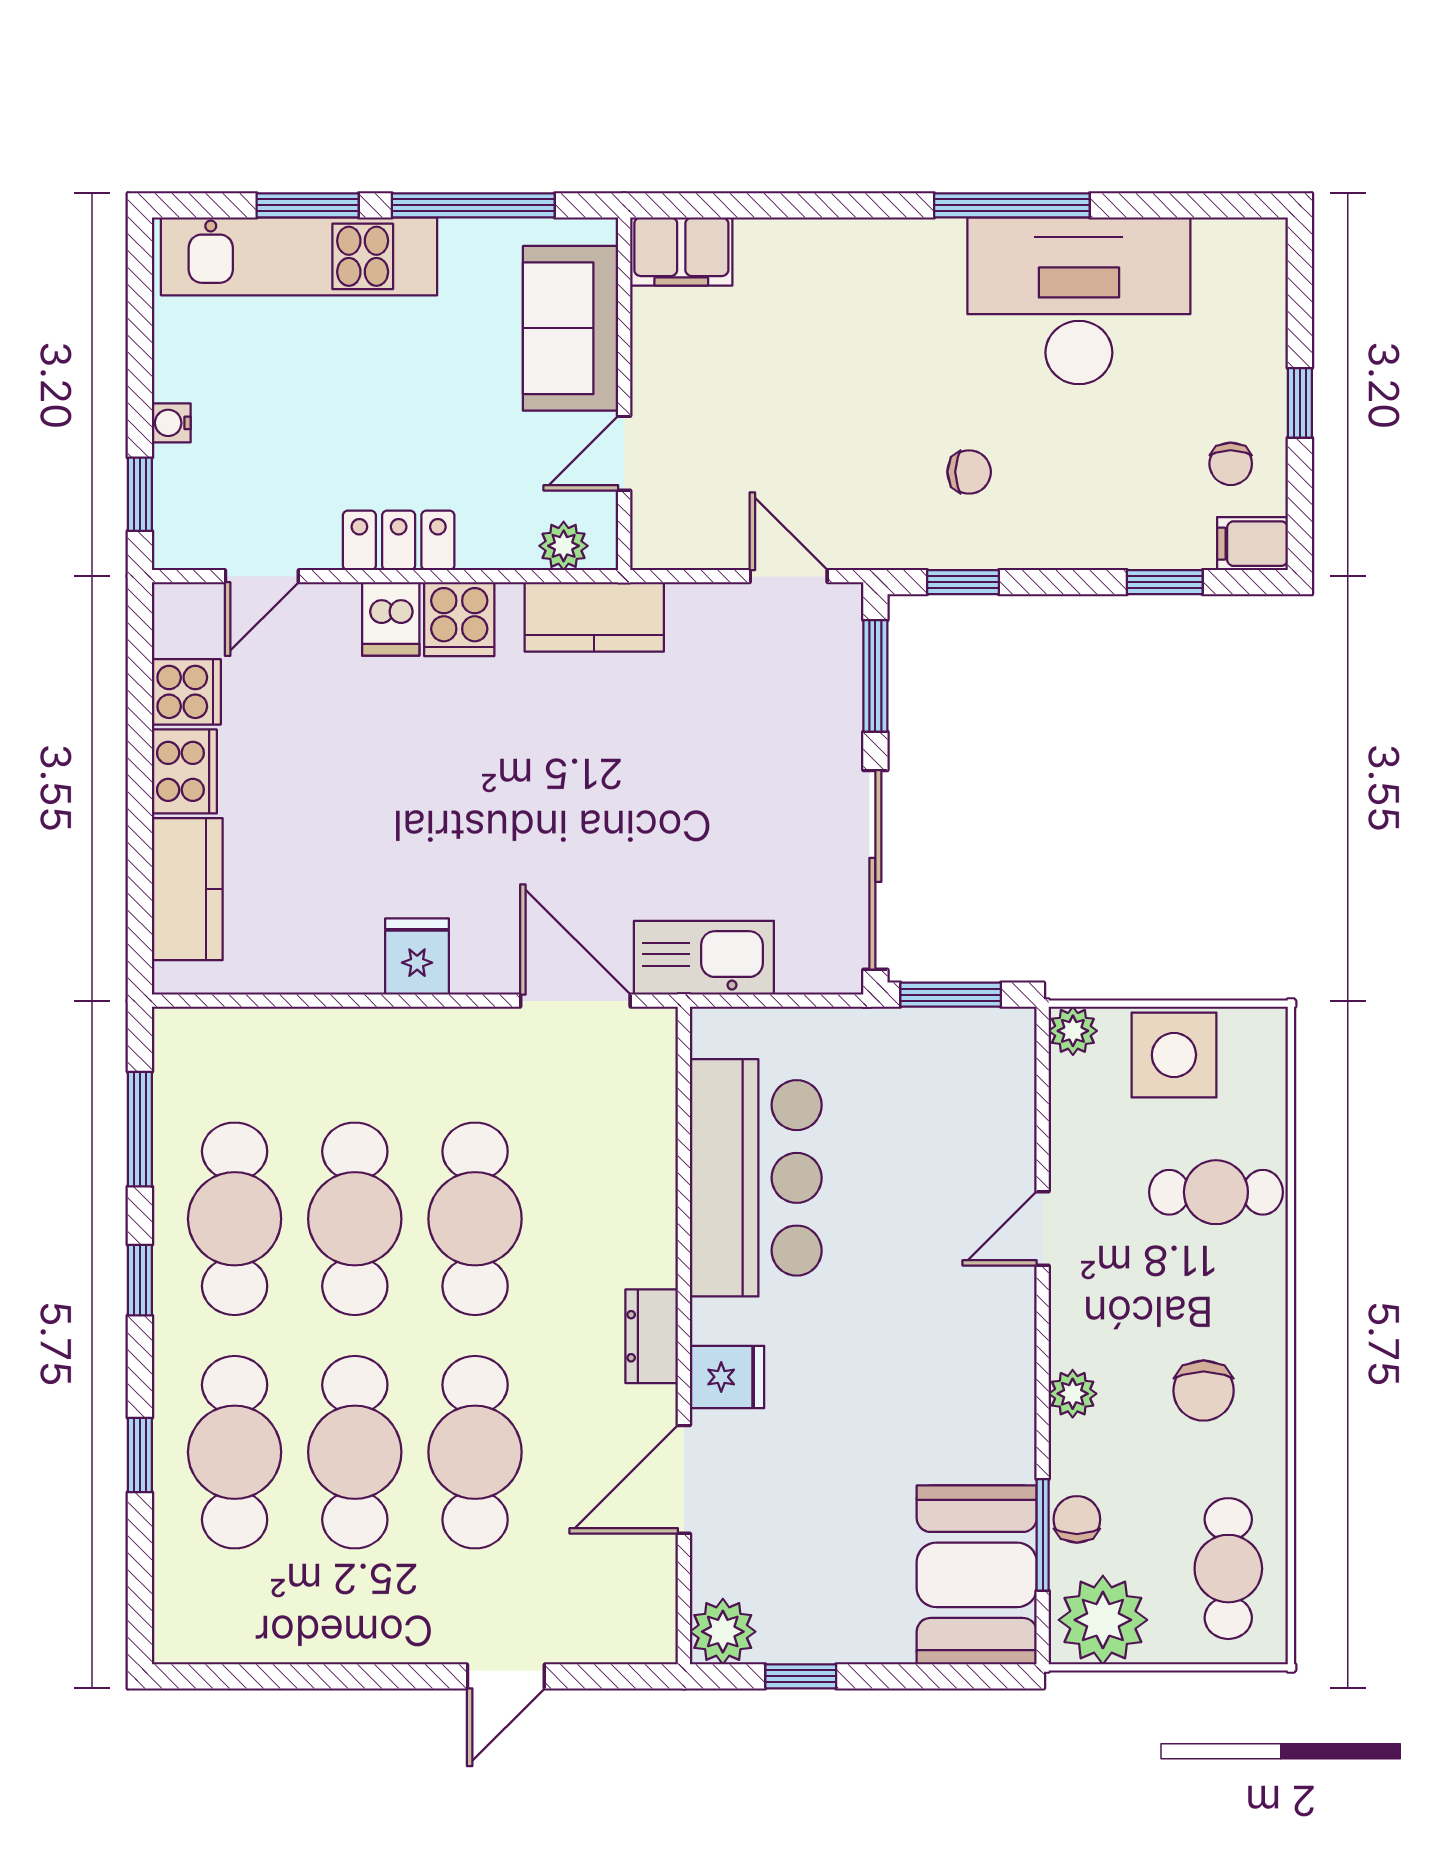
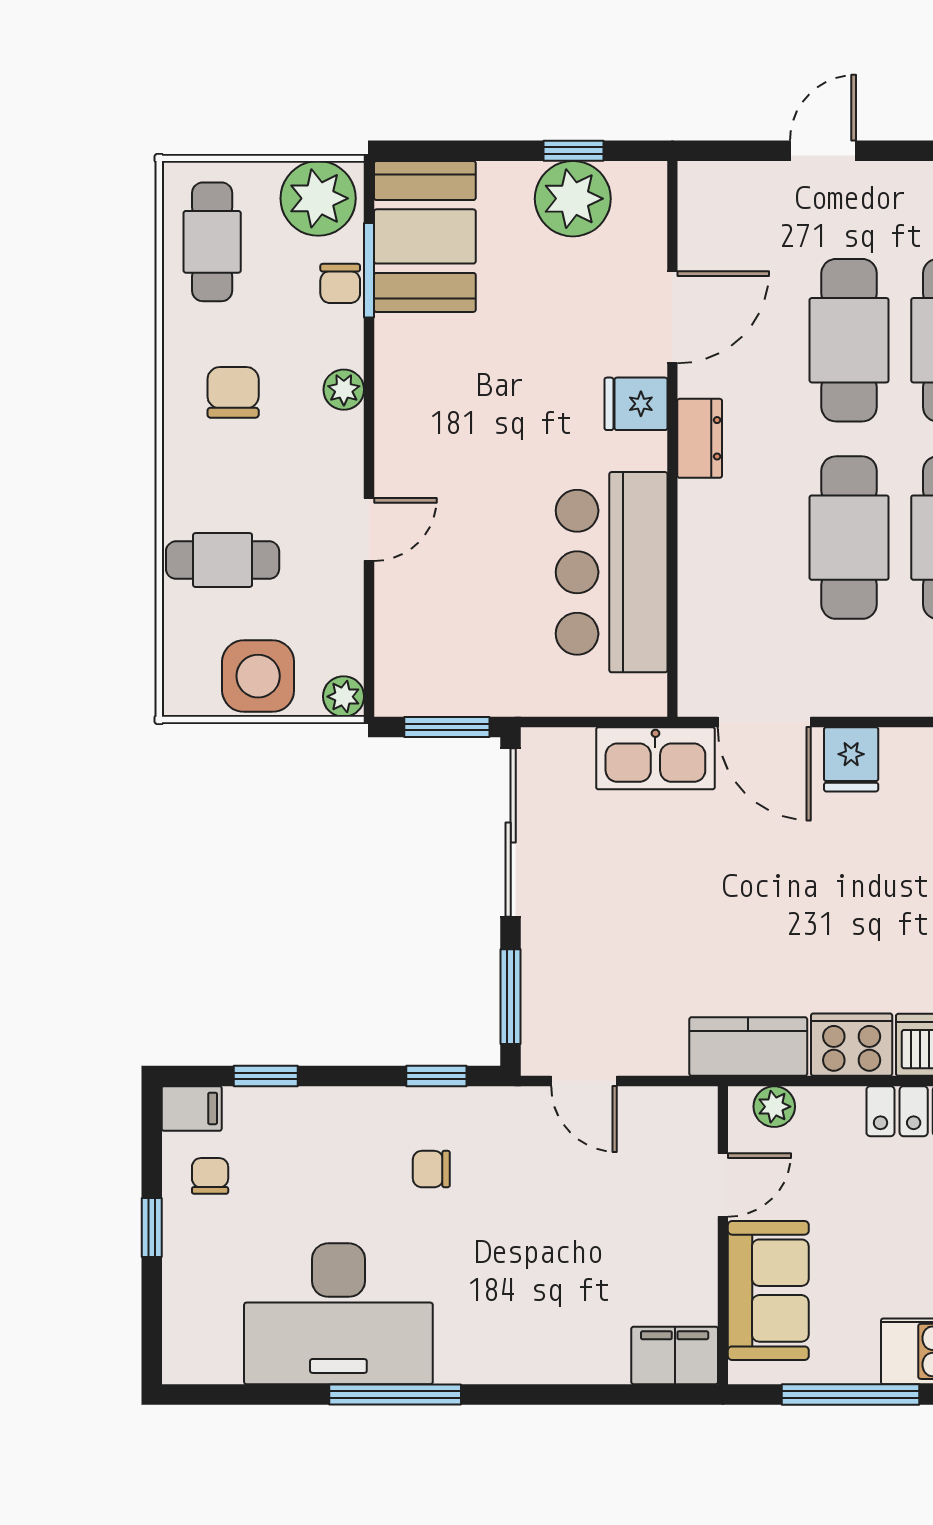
cooker: (459, 619) -> (852, 1045), width x1.36
fridge: (417, 957) -> (851, 759), moved
plant: (723, 1632) -> (573, 199), moved, width x1.36, depth x1.36

